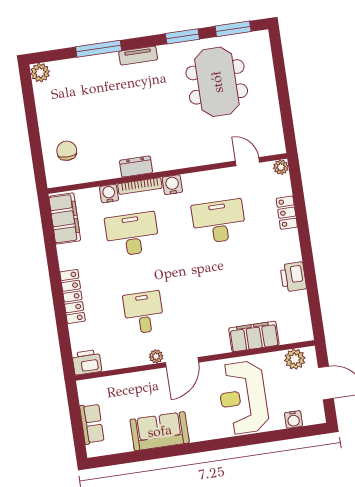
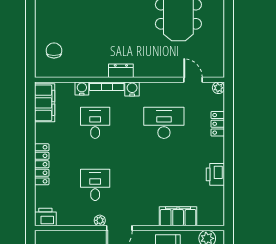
dresser: (136, 167) -> (121, 71), moved
desk: (132, 234) -> (95, 123), width x0.73

